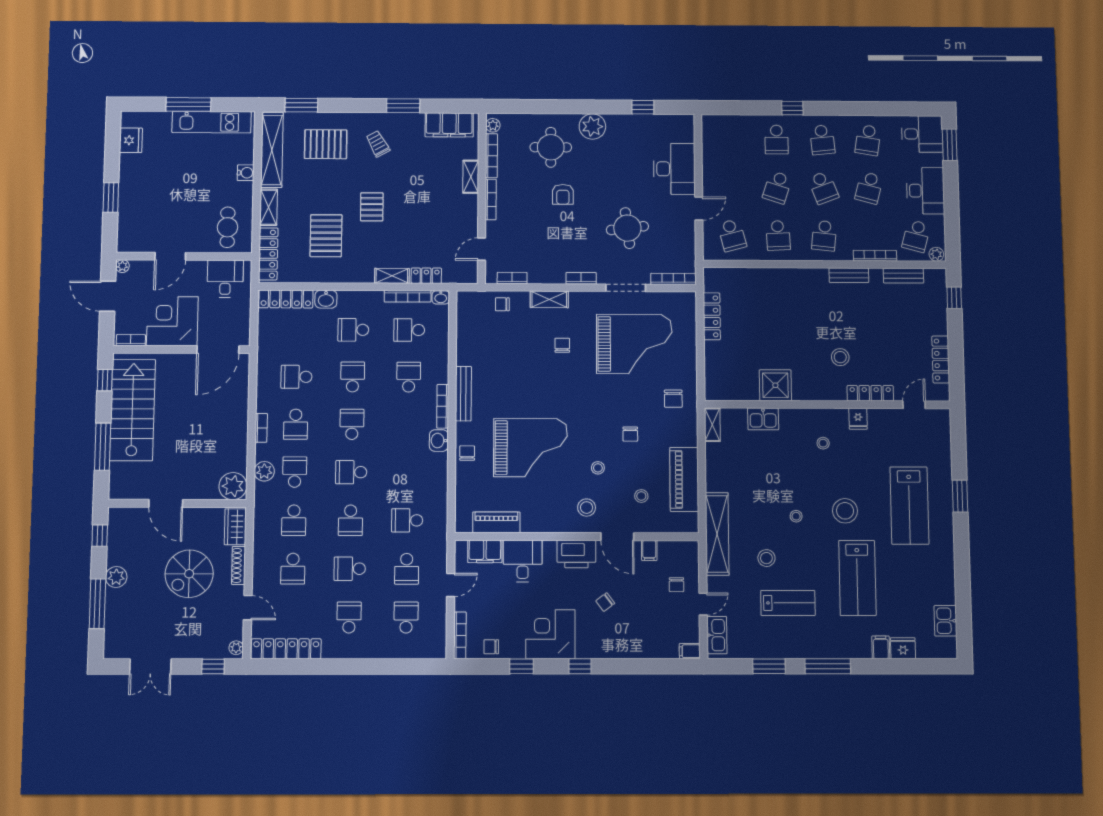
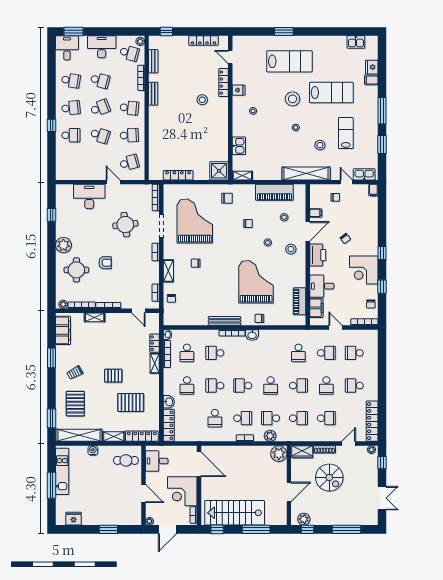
shower: (775, 385) -> (219, 171), moved
plant: (116, 577) -> (304, 519), moved

